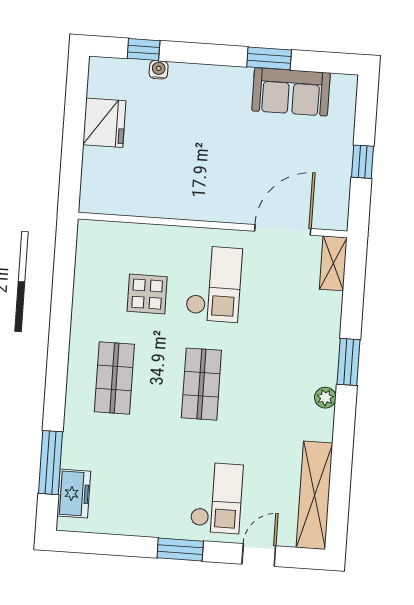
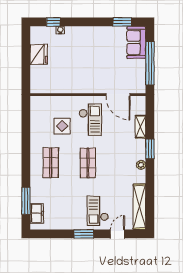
window: (269, 58) -> (122, 22), moved
sofa: (291, 92) -> (136, 42), moved, turned 90
window: (362, 162) -> (150, 63), width x3.17
door: (283, 230) -> (118, 95), swing flipped
shelving: (333, 263) -> (140, 127), moved
checkout: (217, 498) -> (98, 211), turned 180

